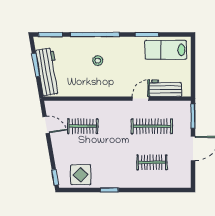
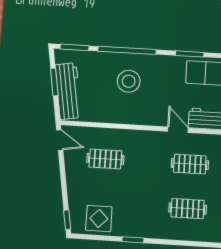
stool: (98, 61) -> (129, 81), width x1.89, depth x1.89
door: (141, 99) -> (178, 130), hinge flipped
door: (46, 125) -> (60, 140), moved
clothes rail: (152, 126) -> (190, 164), width x0.73

